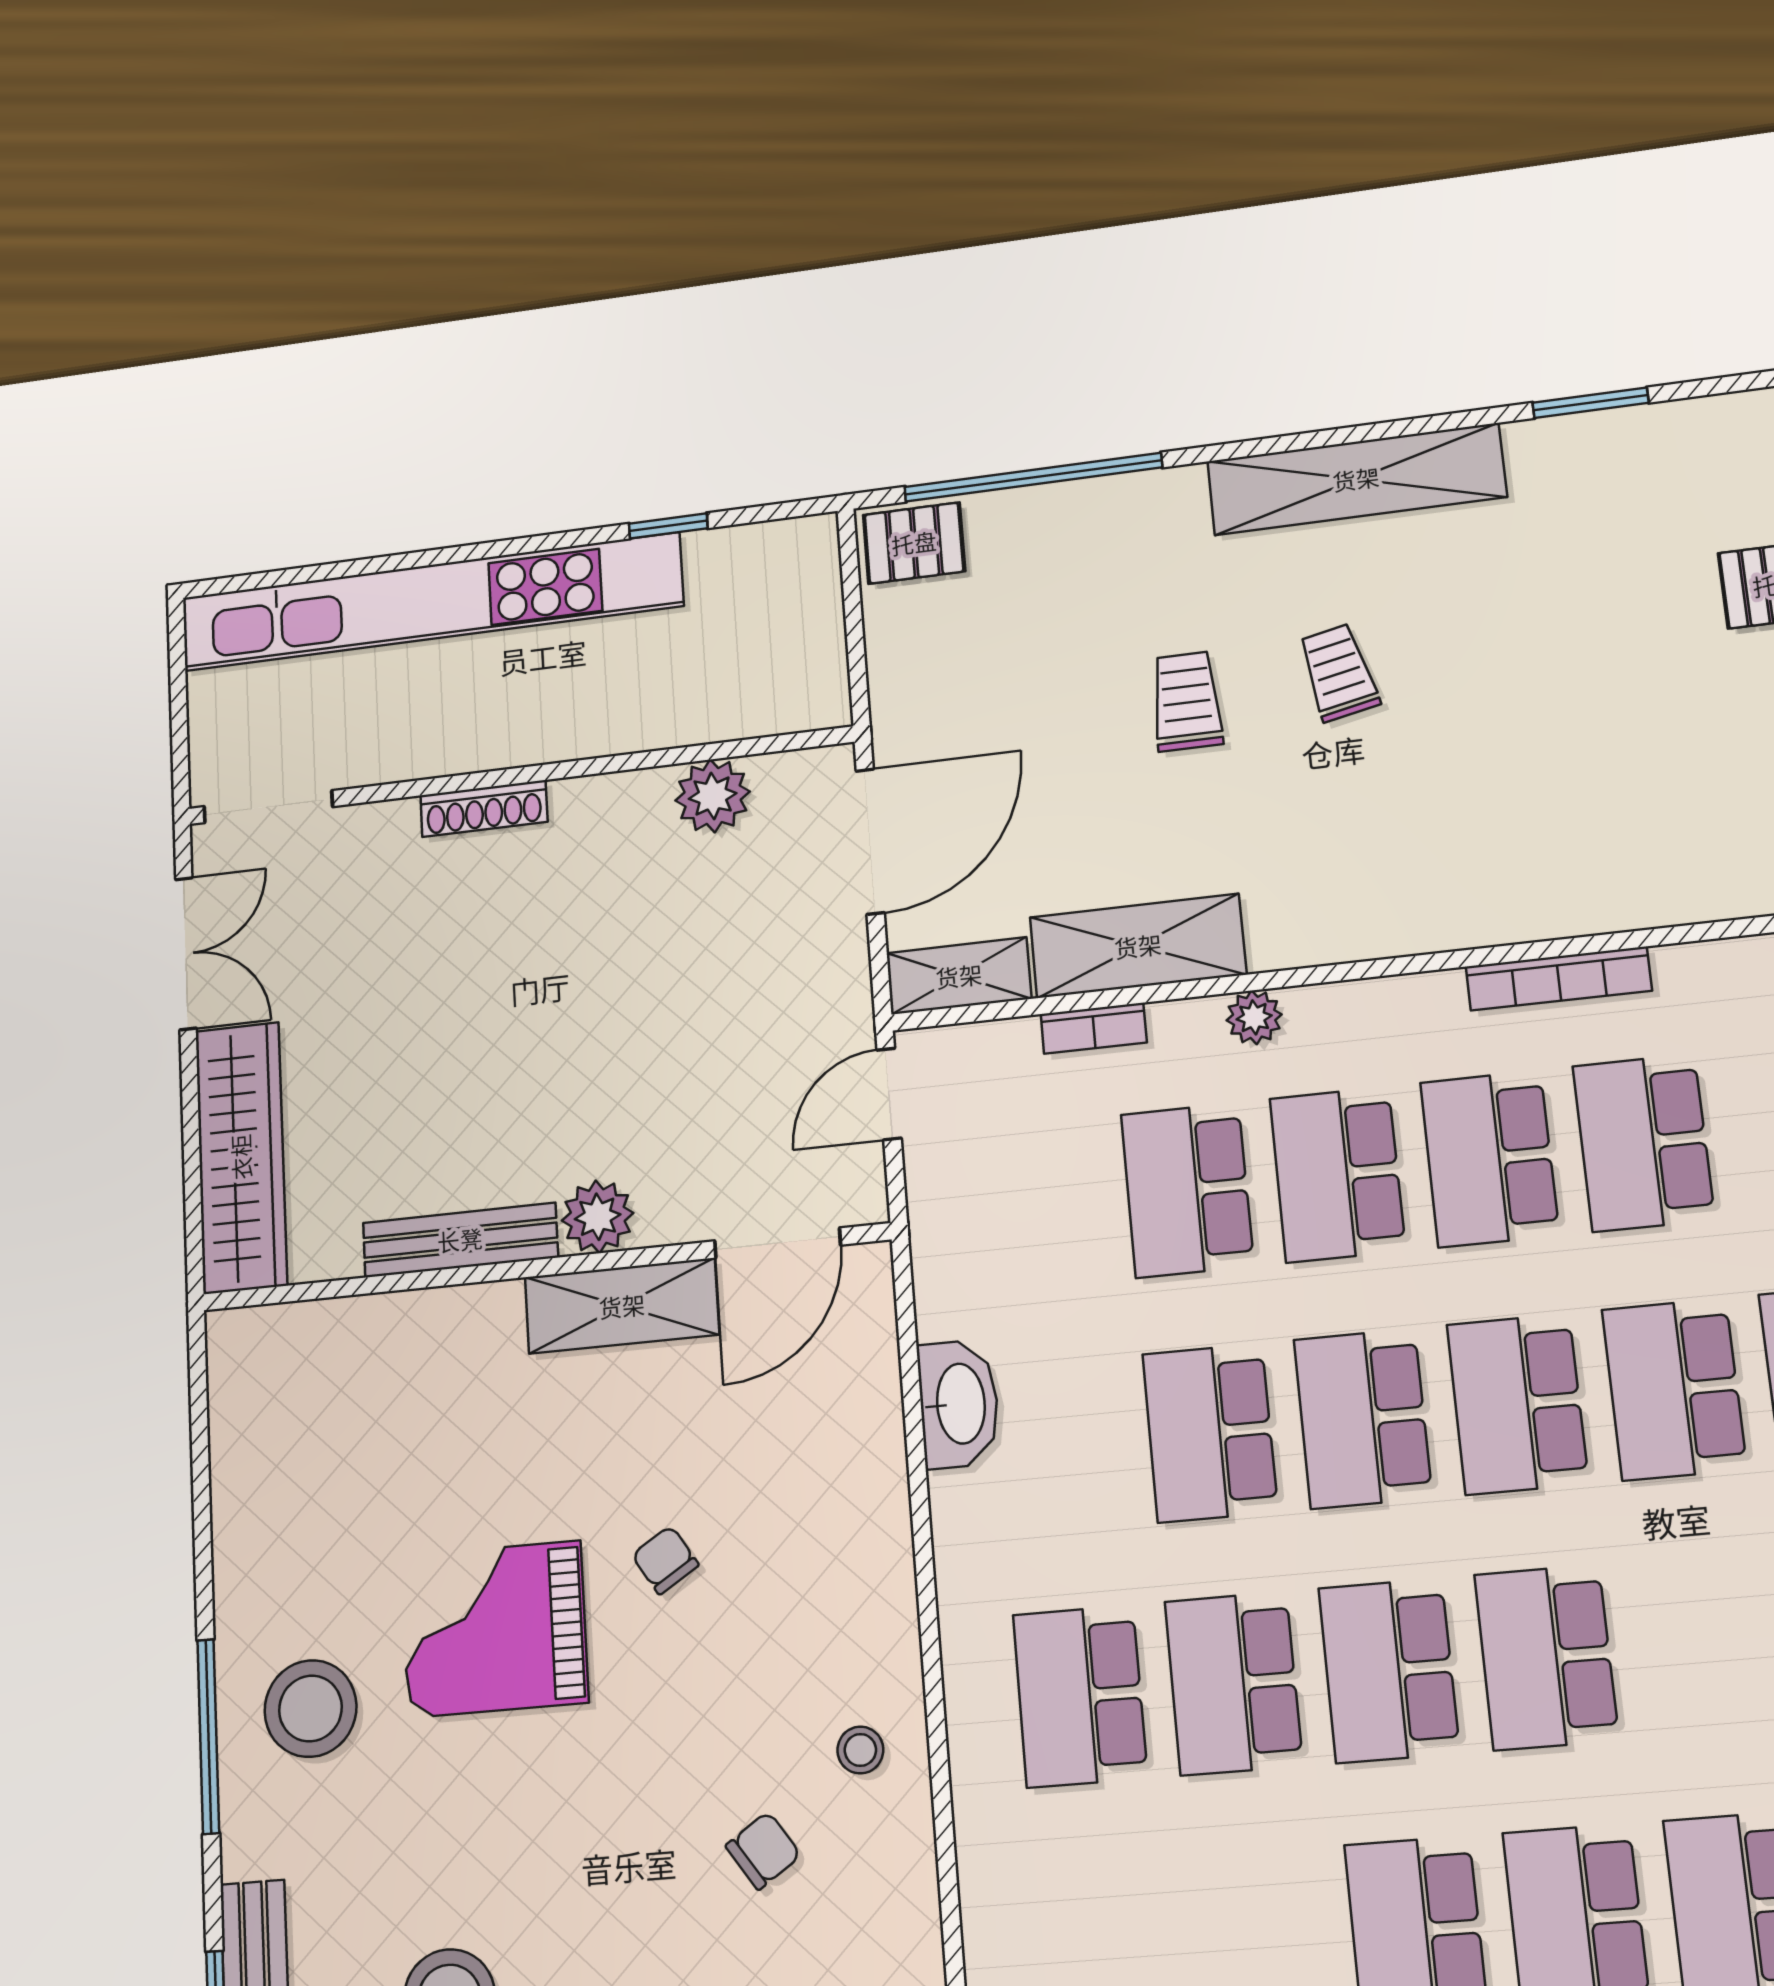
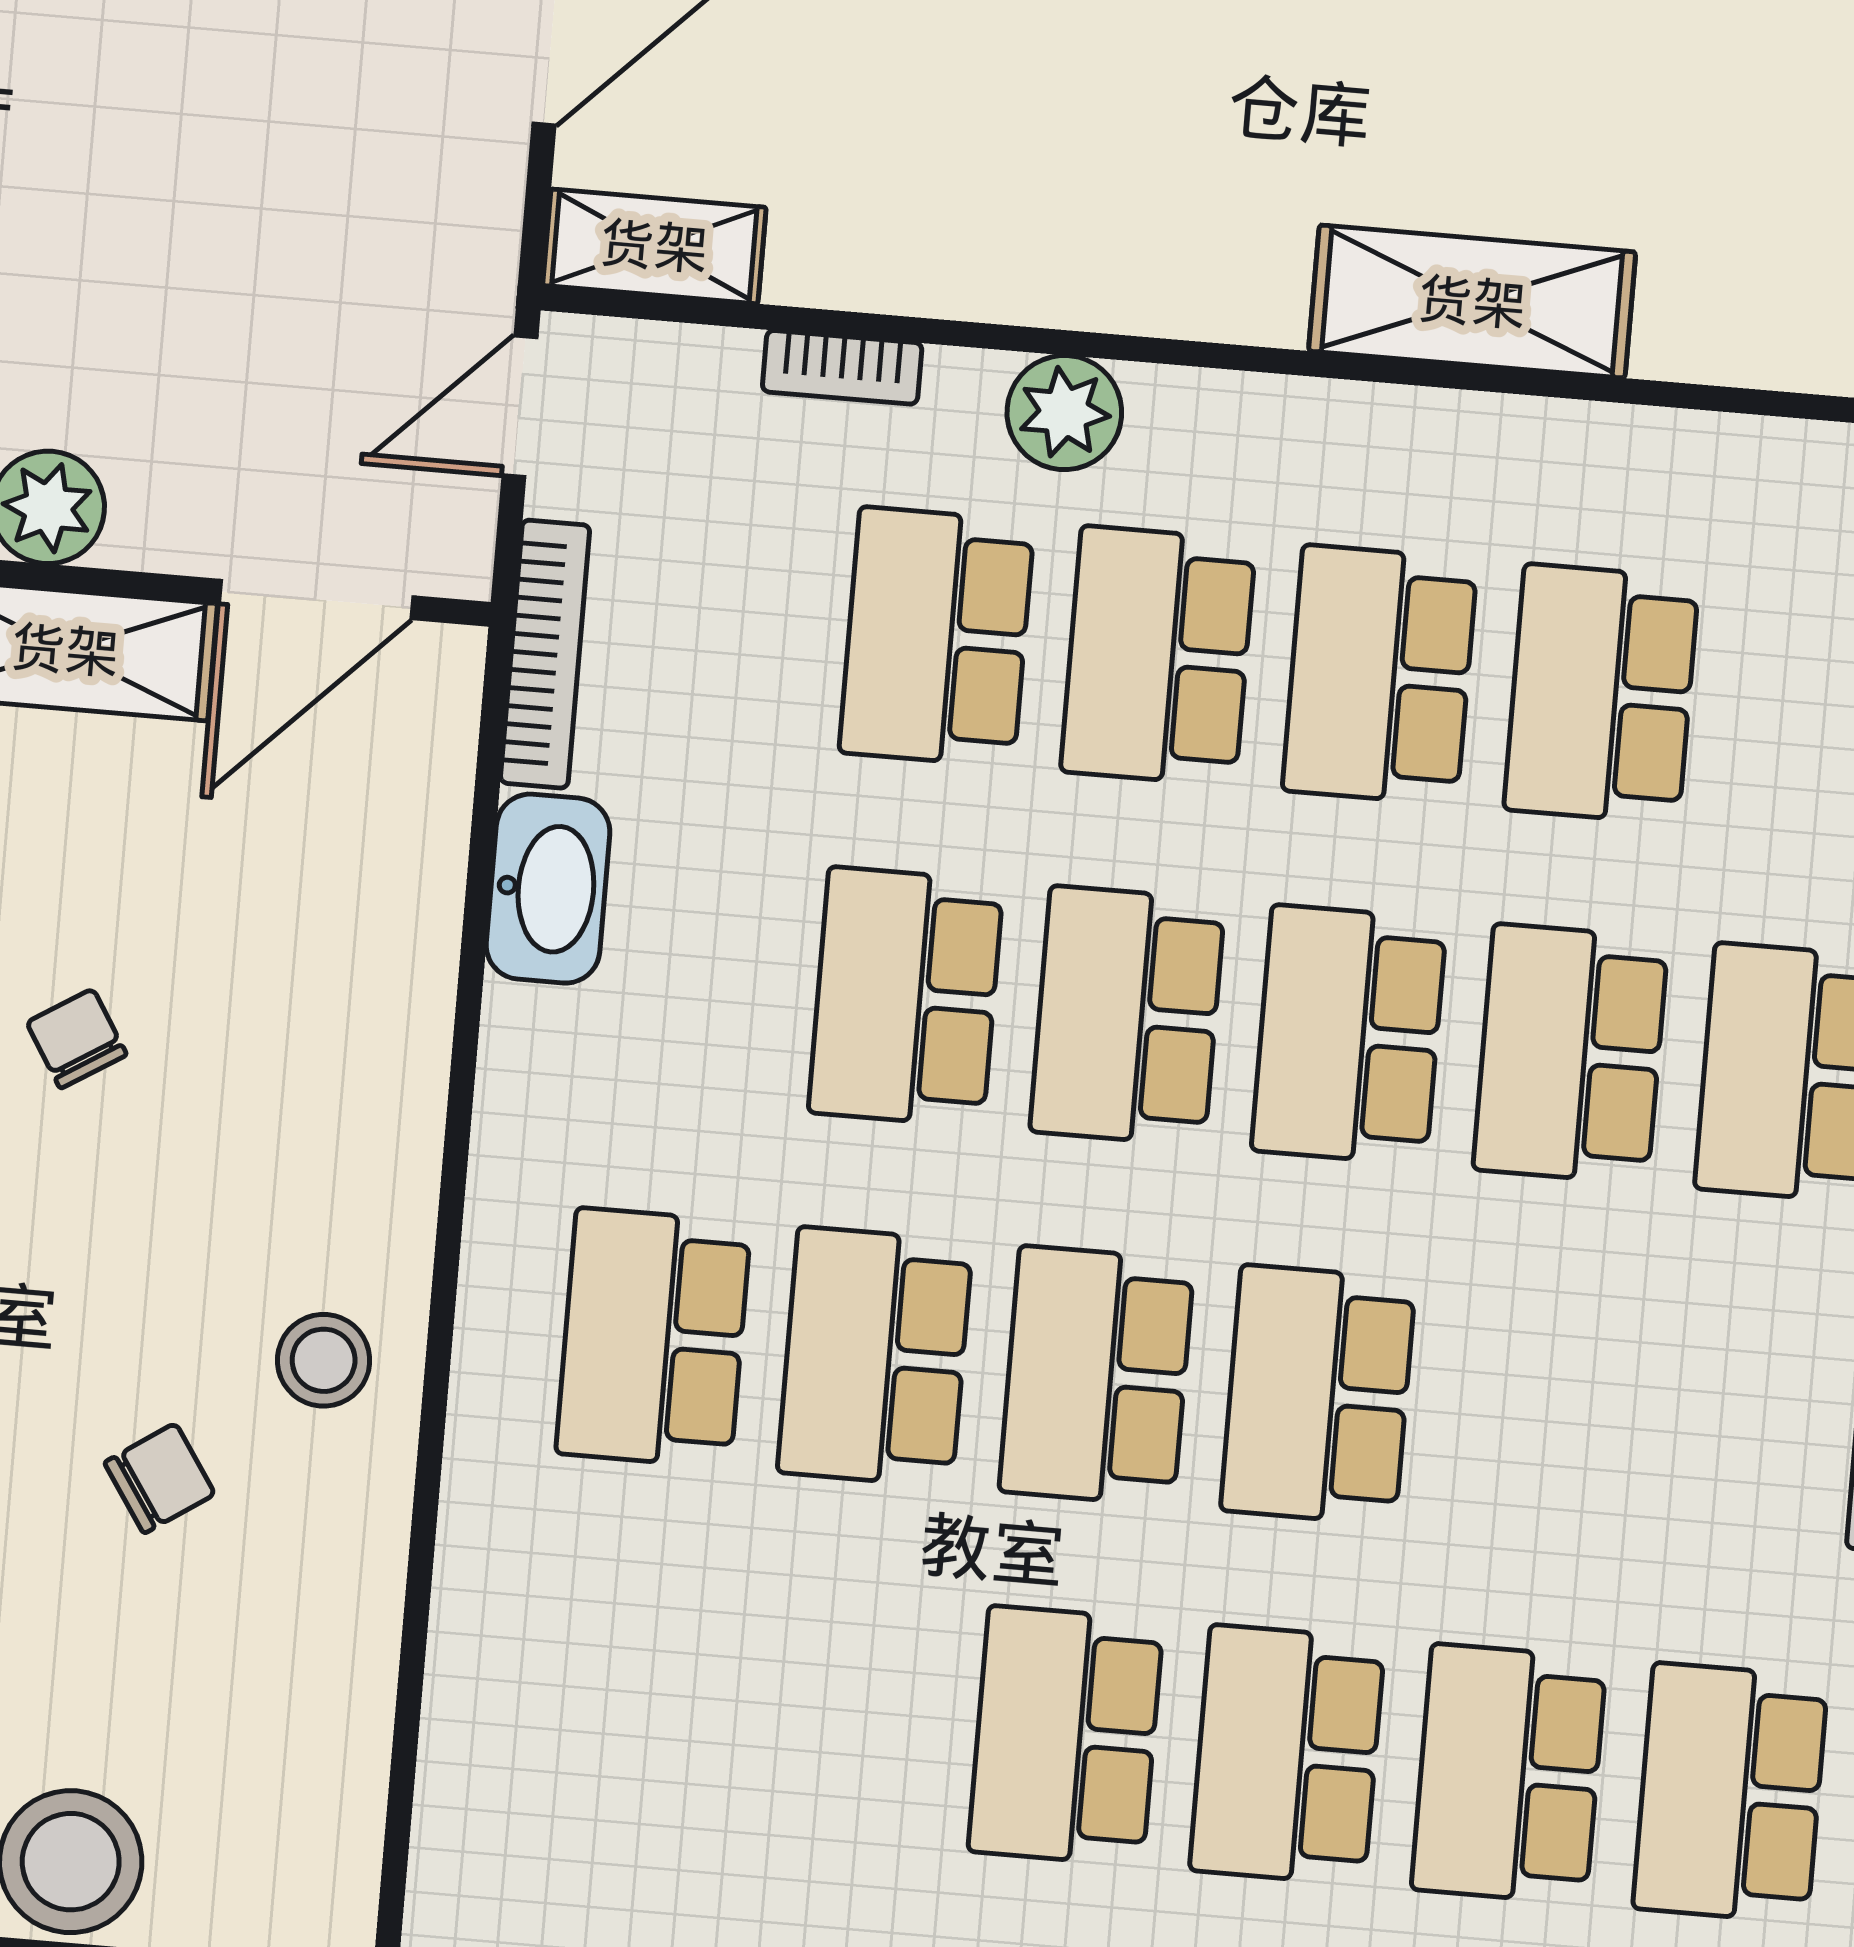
shelving: (1138, 946) -> (1472, 302), moved
bookcase: (1559, 979) -> (545, 654), moved, turned -90
plant: (1254, 1017) -> (1064, 413), width x1.38, depth x1.38
stool: (860, 1750) -> (324, 1360), width x1.37, depth x1.37

